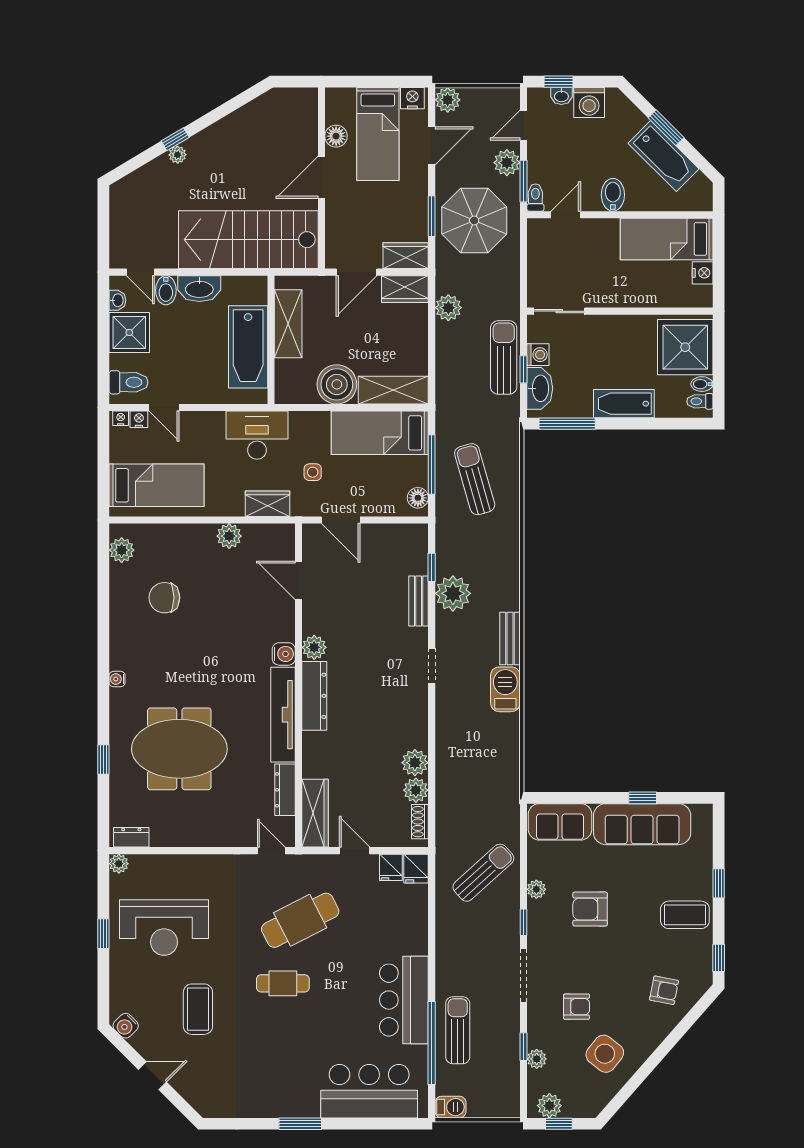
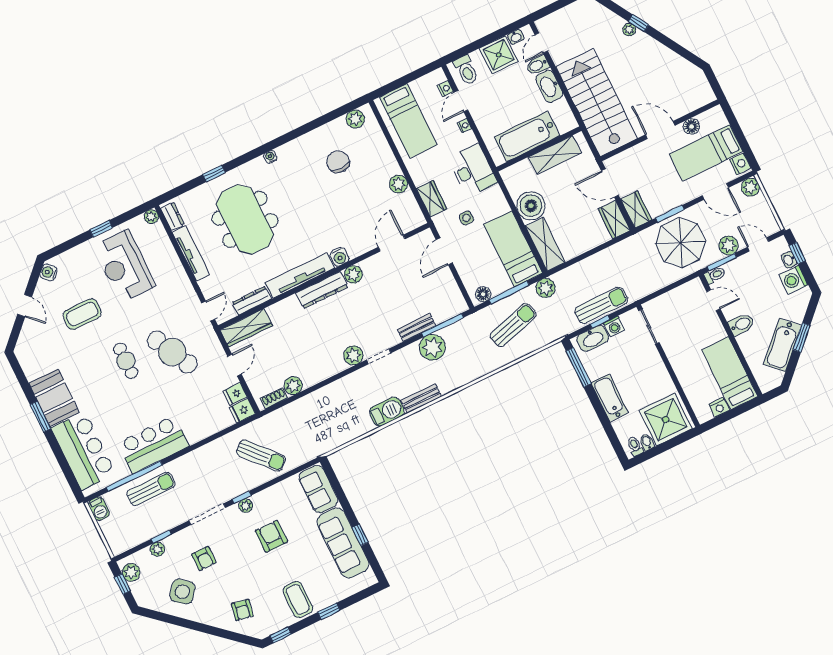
plant: (448, 308) -> (546, 288), moved
nightstand: (121, 418) -> (464, 126), moved
window: (432, 567) -> (442, 325), width x2.17
plant: (415, 763) -> (353, 355), moved
tv unit: (189, 837) -> (191, 253), added
plant: (536, 889) -> (246, 506), moved
booth: (285, 1095) -> (54, 398), added

